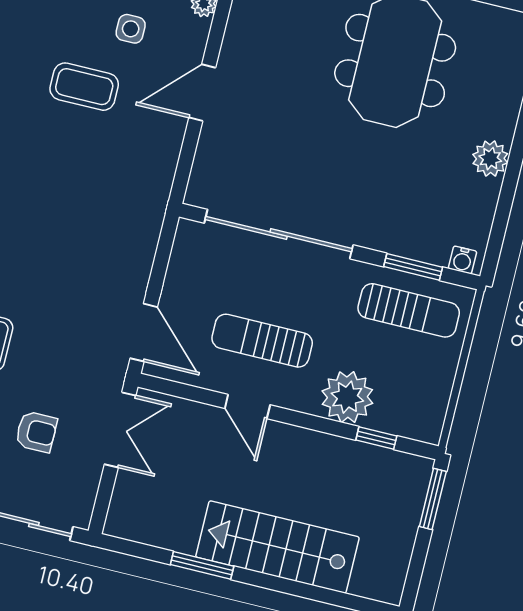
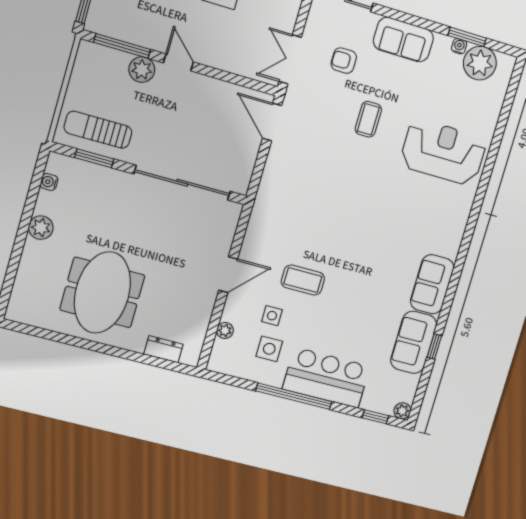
water cooler: (463, 260) -> (49, 182), moved, turned -90
sun lounger: (262, 341) -> (196, 114), removed
plant: (347, 397) -> (142, 70), width x0.73, depth x0.73
door: (247, 407) -> (178, 62), moved
window: (376, 438) -> (122, 46), width x2.17

